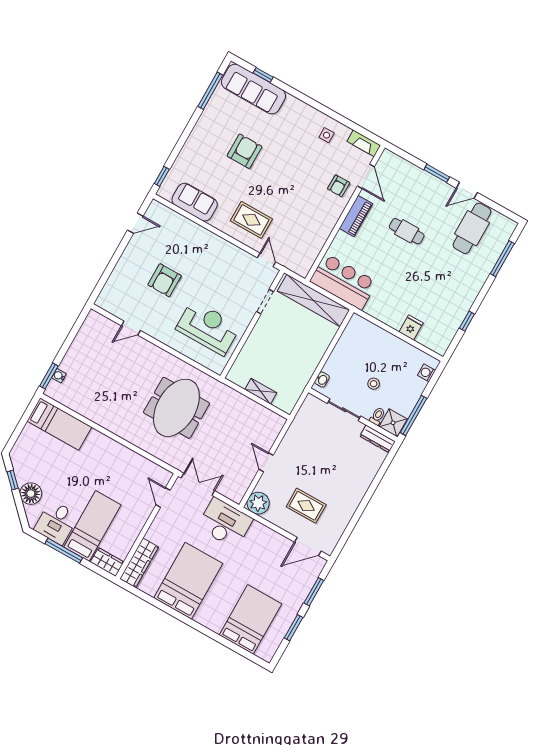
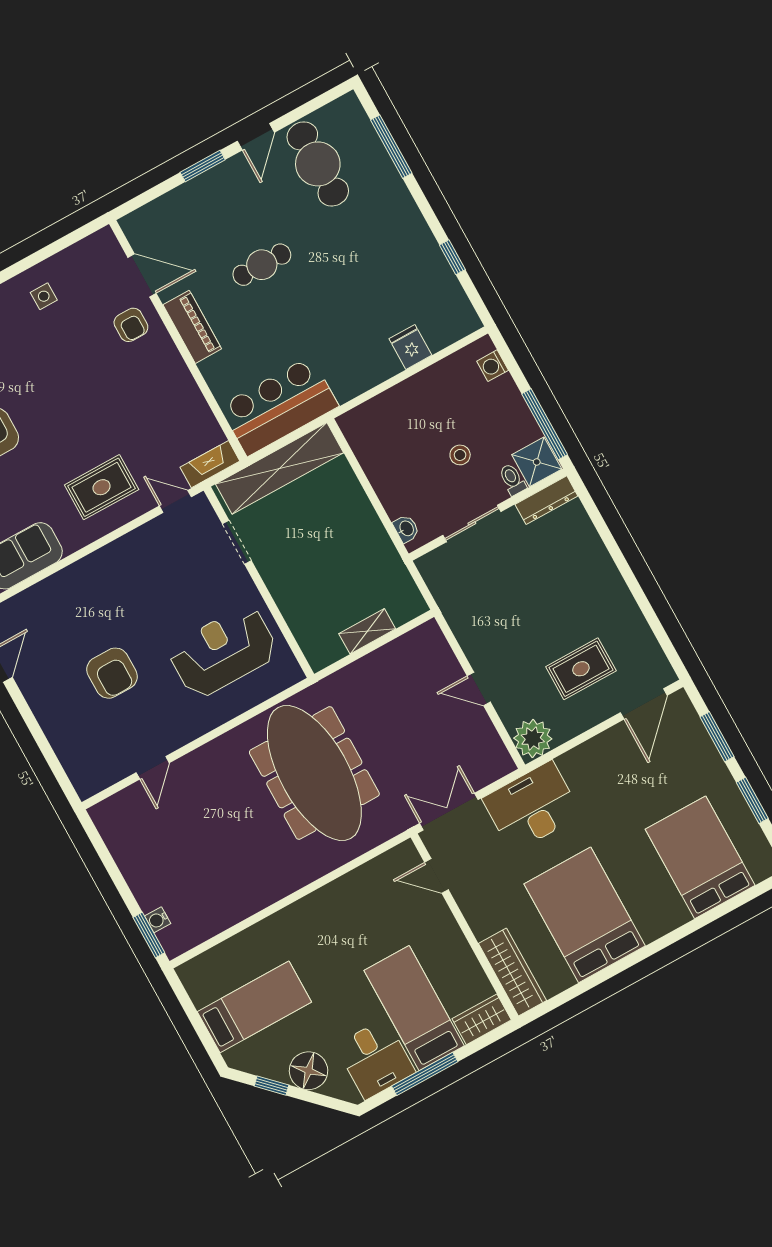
fireplace: (364, 143) -> (210, 464), moved, turned 180
meeting table: (176, 408) -> (314, 773), width x1.36
bed: (59, 424) -> (254, 1007), moved

